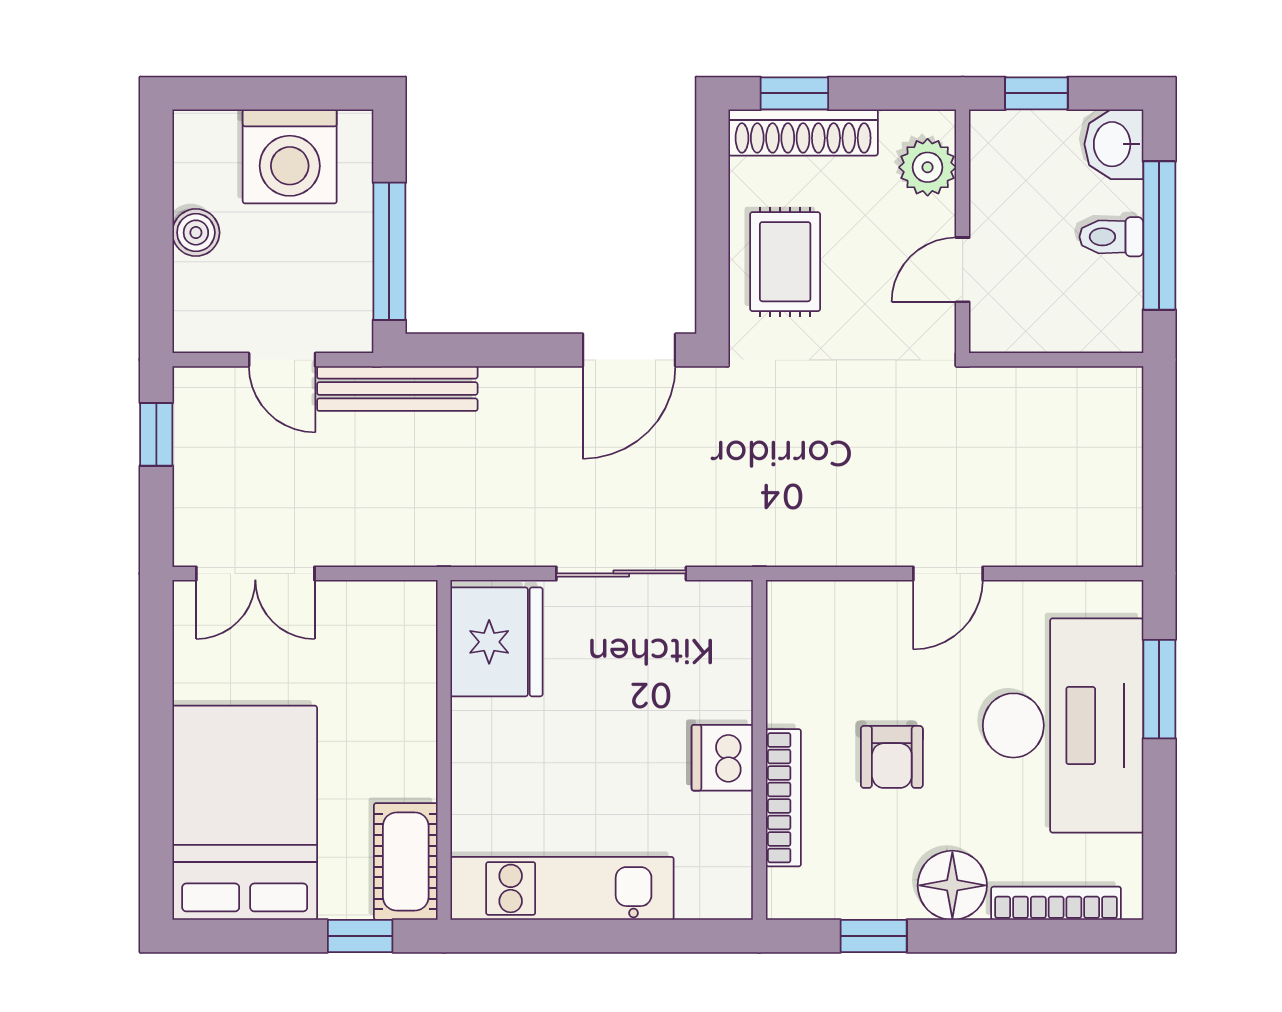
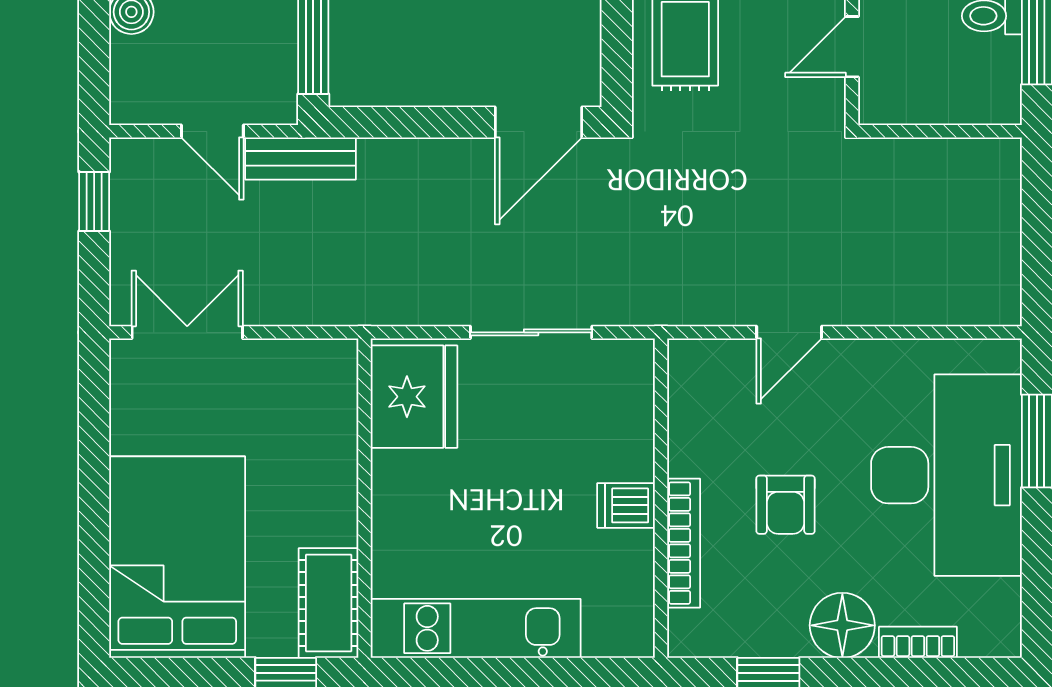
bench: (397, 388) -> (301, 158), width x0.73
double door: (255, 573) -> (187, 332), swing flipped
door: (948, 573) -> (789, 332), moved
dishwasher: (722, 758) -> (626, 505), width x0.73
bookcase: (1056, 903) -> (918, 642), width x0.64

